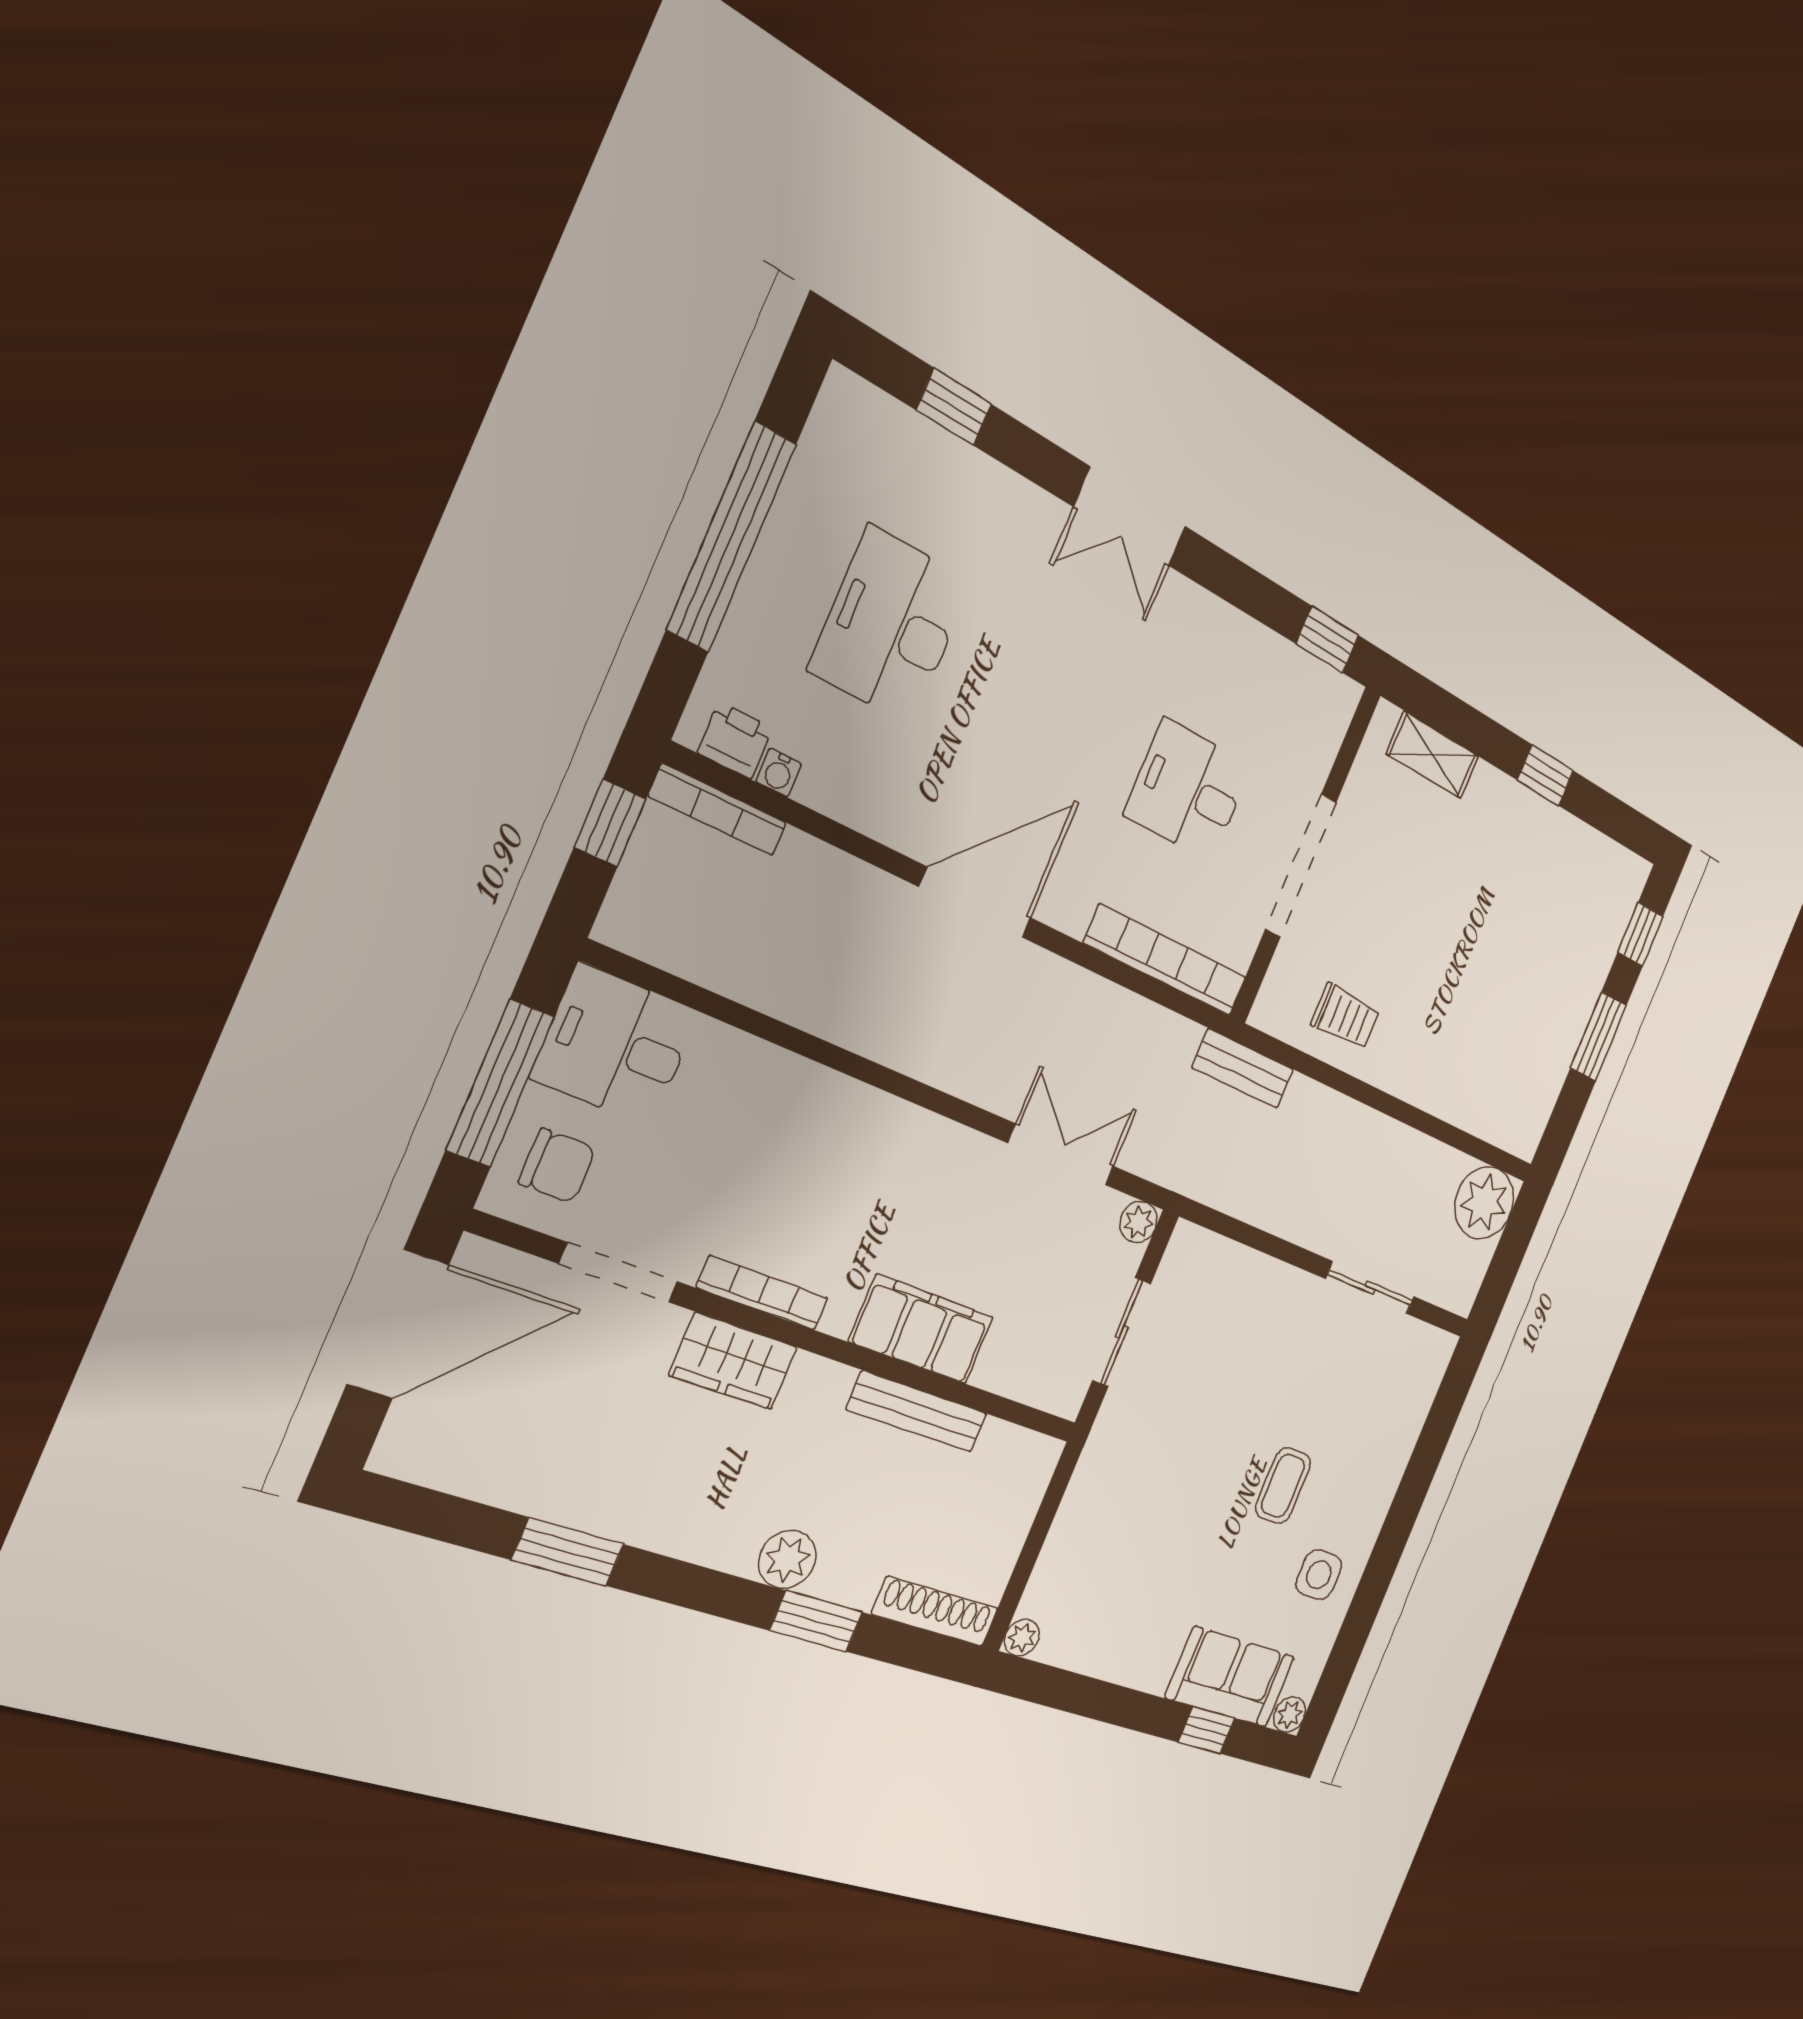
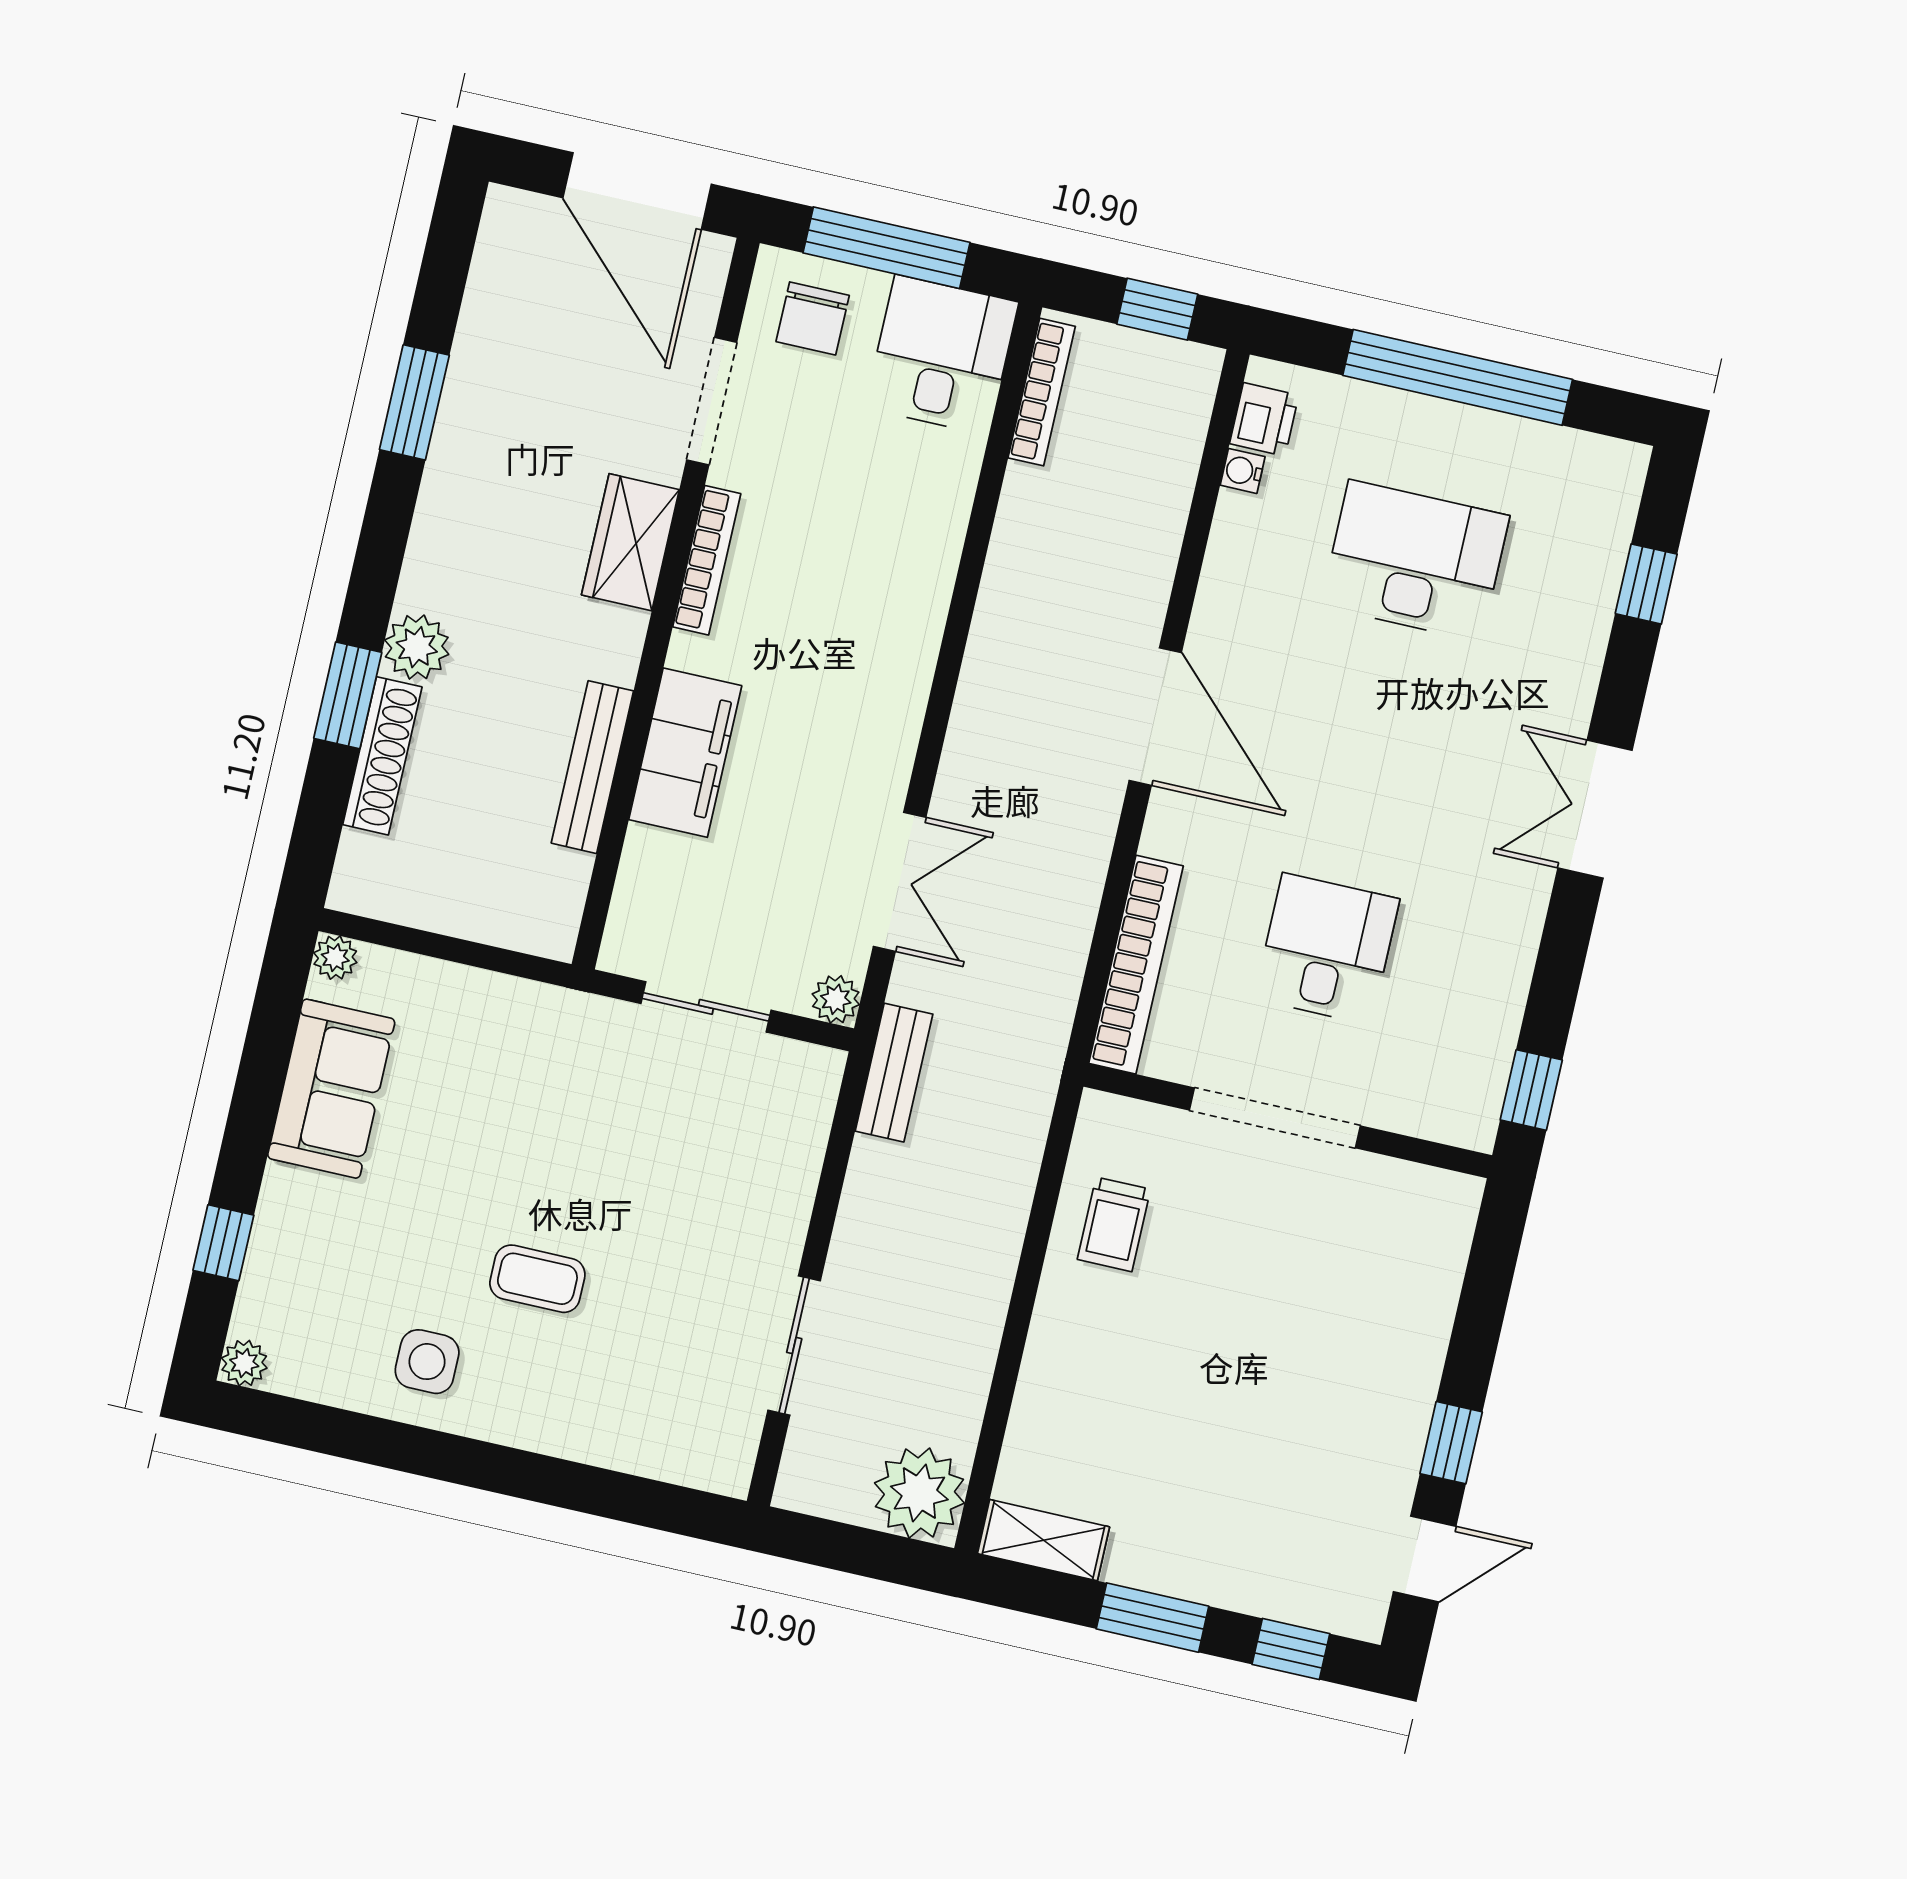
shelving: (1433, 755) -> (1043, 1540), moved, turned 90
bookcase: (718, 810) -> (1042, 392), moved, turned 180
door: (1611, 816) -> (1425, 1559), added
bench: (1243, 1069) -> (894, 1073), moved
shoe rack: (935, 1611) -> (382, 756), moved
sofa: (1230, 1677) -> (331, 1089), moved

